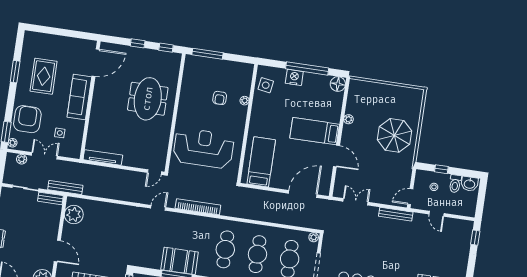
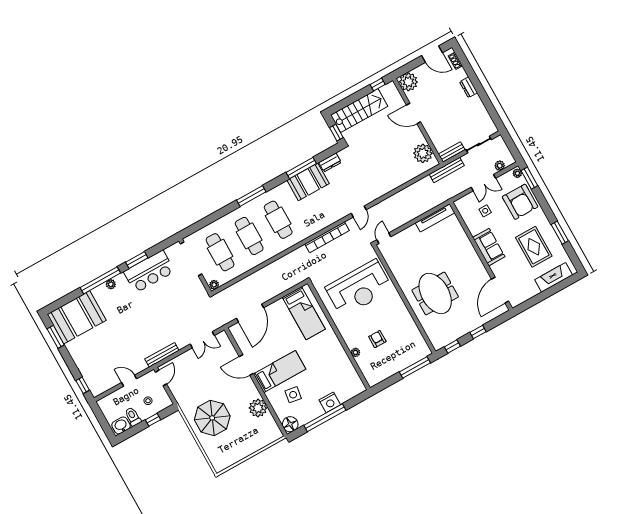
fireplace: (46, 41) -> (554, 277), added
side table: (266, 85) -> (293, 395), moved
sofa: (79, 97) -> (489, 247), width x0.73
plant: (348, 119) -> (258, 408), width x1.87, depth x1.87
dresser: (151, 263) -> (330, 162), added

